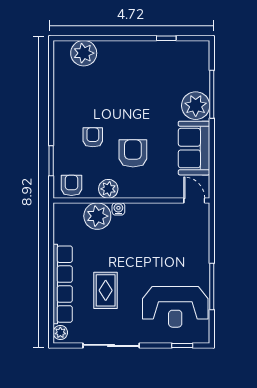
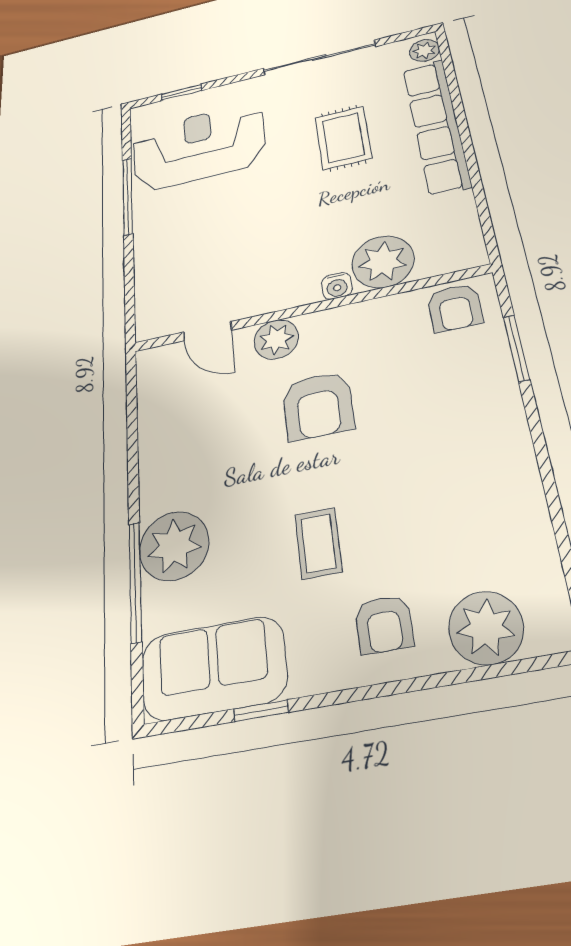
coffee table: (139, 96) -> (318, 543), added
armchair: (93, 137) -> (384, 624), moved
sofa: (194, 148) -> (214, 668), moved, turned -90
plant: (108, 189) -> (276, 339), moved
door: (194, 201) -> (208, 331), moved

